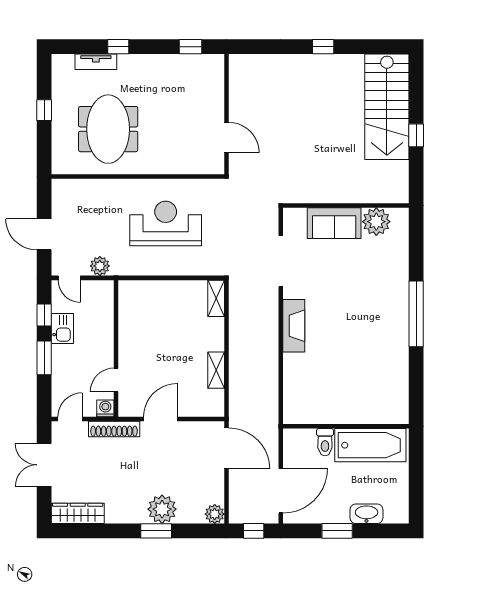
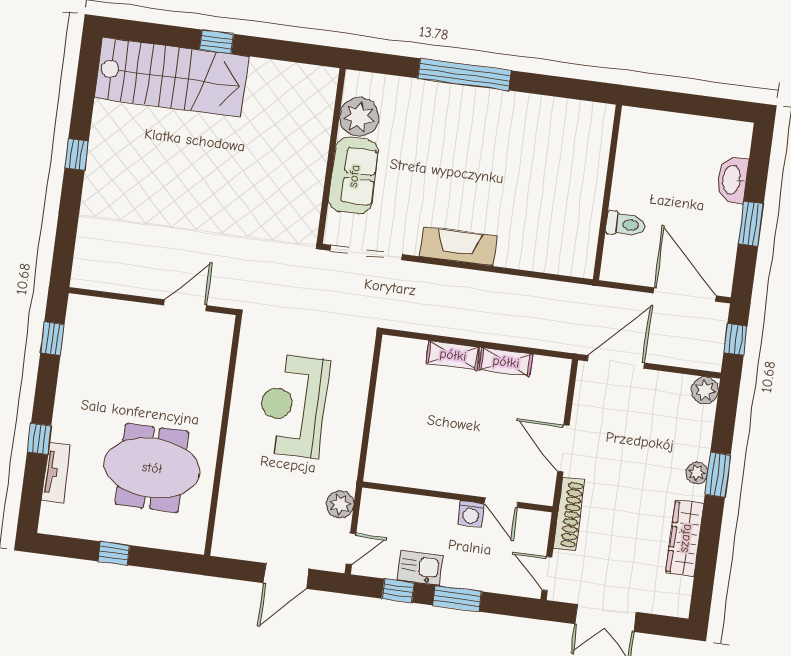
wall: (346, 205) -> (331, 156), moved
plant: (376, 222) -> (359, 117), moved
sofa: (334, 223) -> (354, 176), moved
shelving: (216, 298) -> (453, 355), moved
washing machine: (105, 408) -> (471, 514), moved, turned -90
bathtub: (370, 445) -> (638, 162), removed
plant: (162, 509) -> (697, 473), width x0.53, depth x0.53
wardrobe: (78, 513) -> (685, 538), moved

